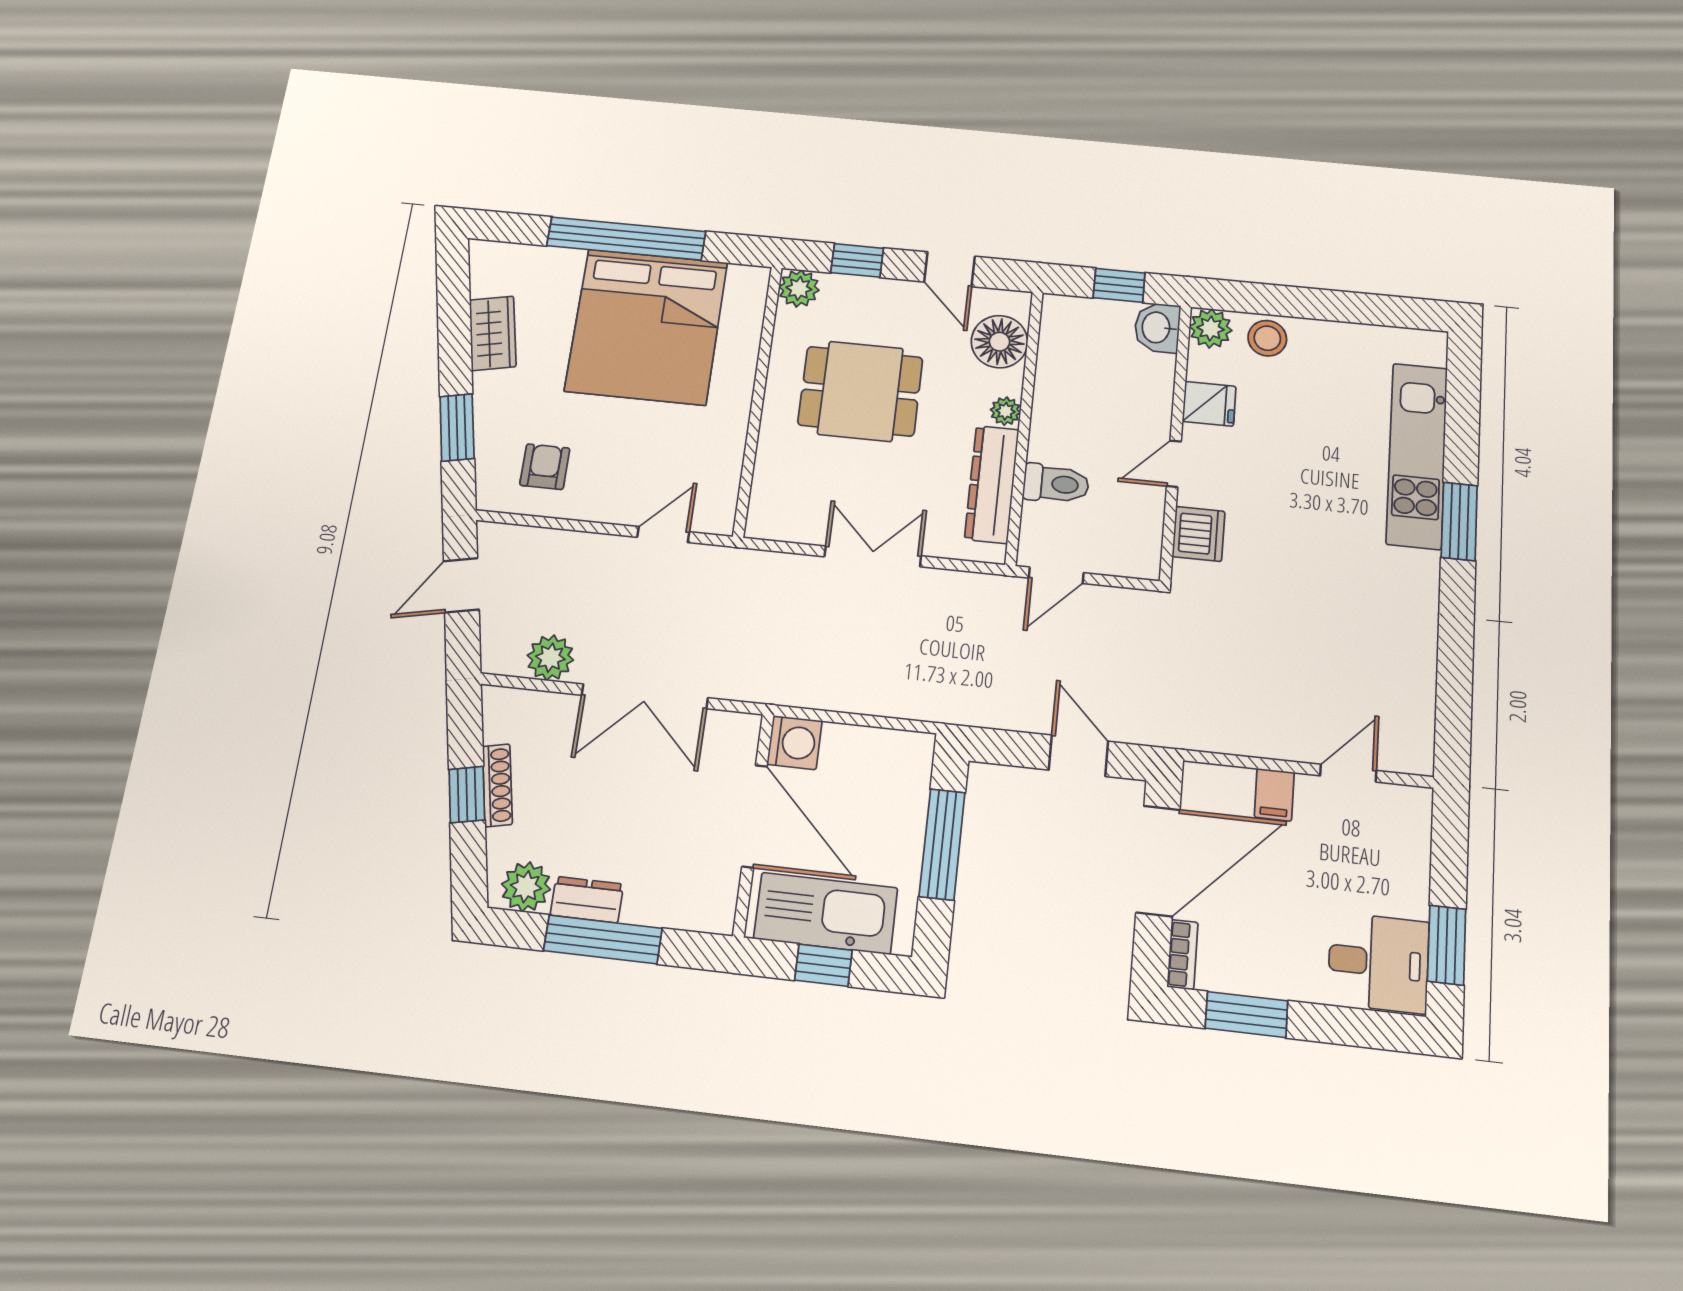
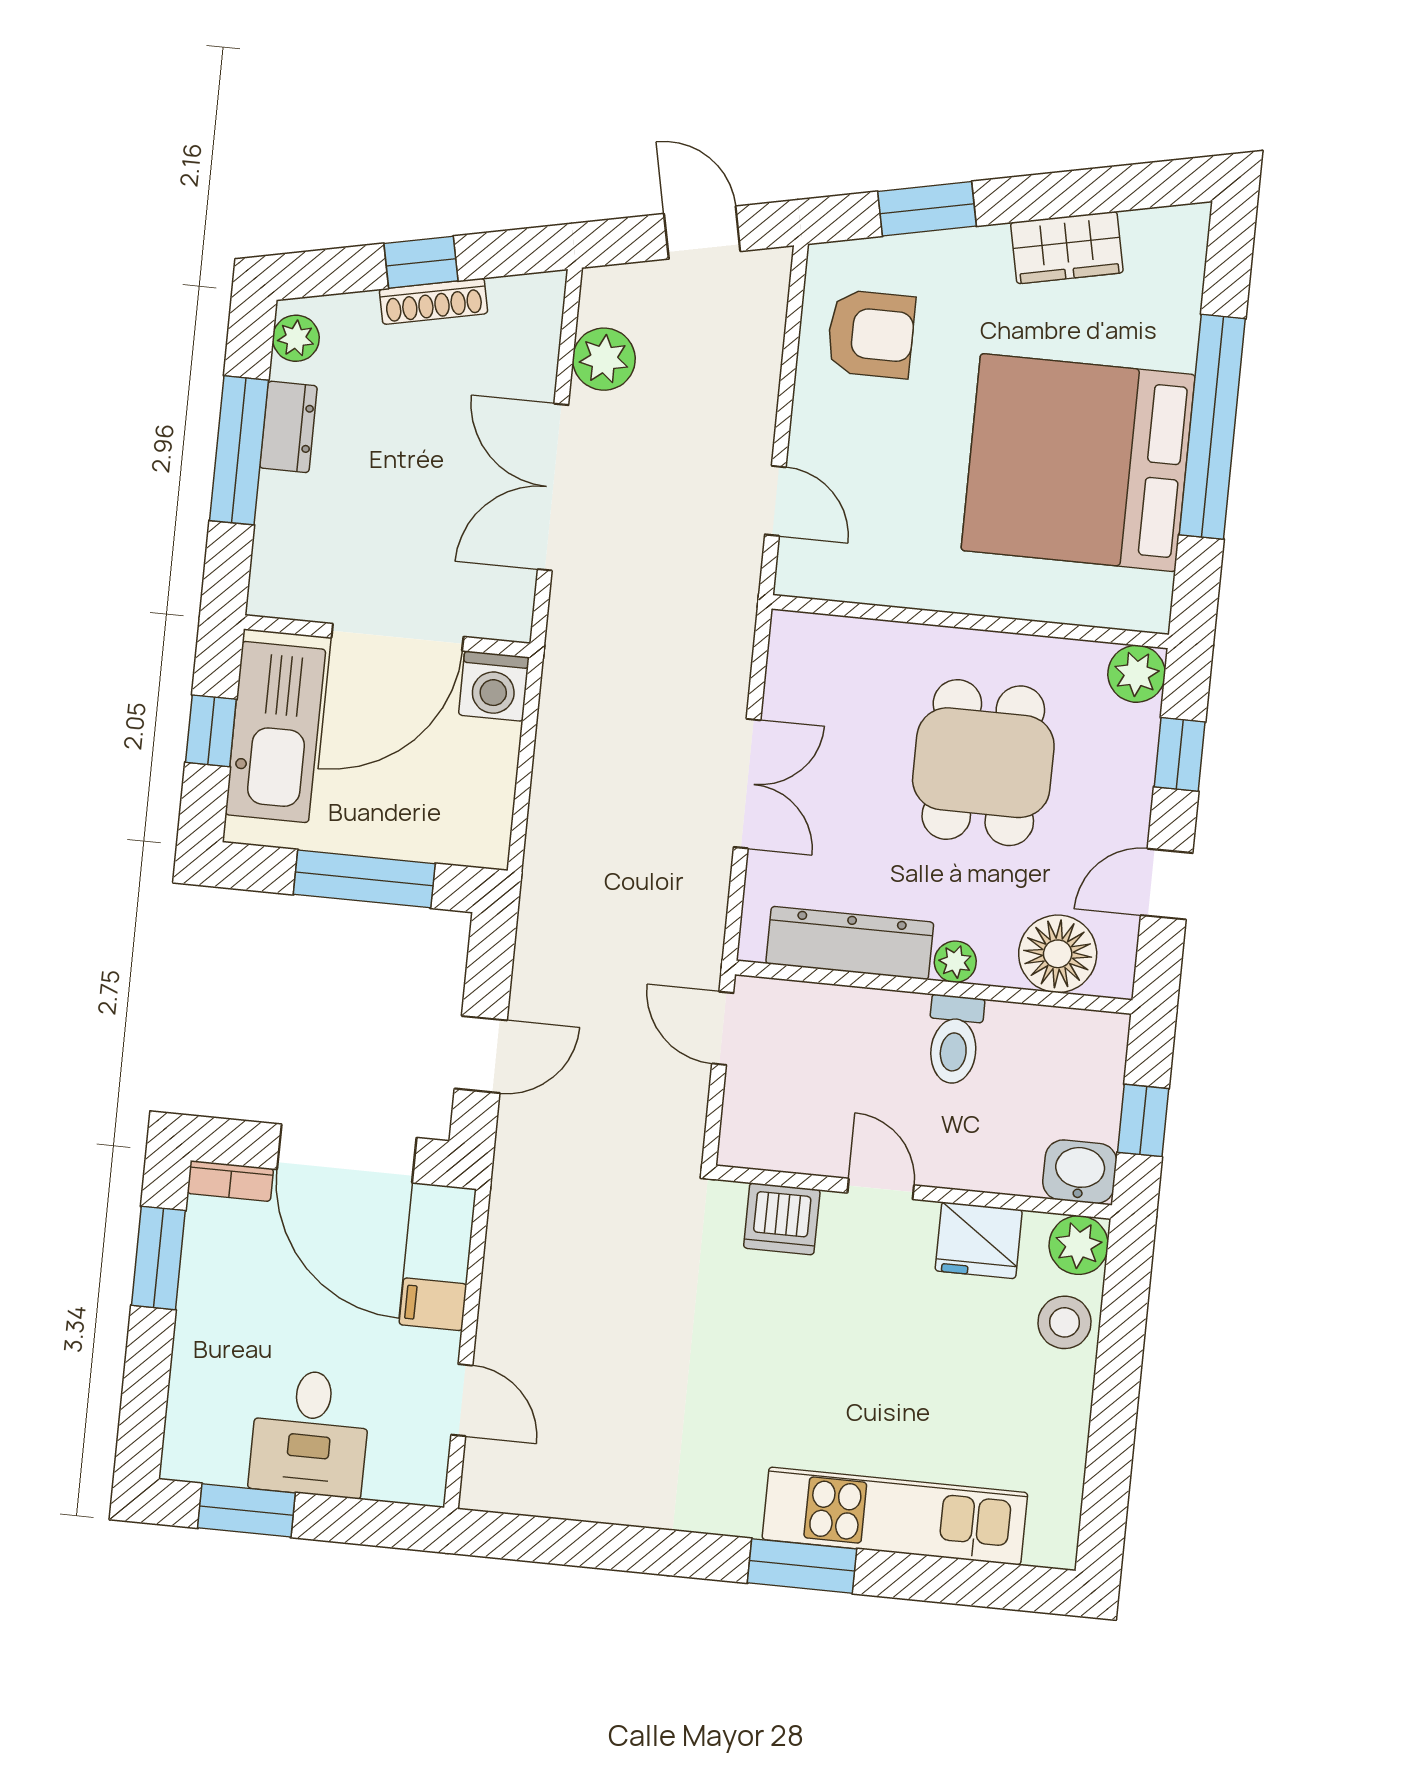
fridge: (1209, 404) -> (979, 1240), width x1.38
armchair: (545, 467) -> (871, 334), width x1.38, depth x1.38
toilet: (1056, 484) -> (954, 1040), moved
plant: (526, 887) -> (296, 338), width x0.73, depth x0.73
desk: (1378, 963) -> (310, 1433), moved

